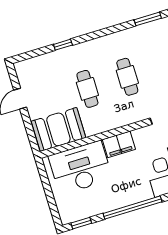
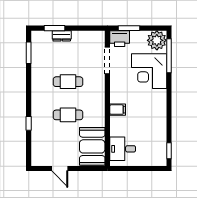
filing cabinet: (119, 144) -> (118, 110), width x0.50
desk: (80, 168) -> (123, 149), width x0.53, depth x0.77
window: (132, 208) -> (169, 108), removed

